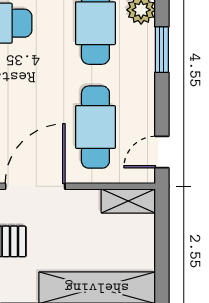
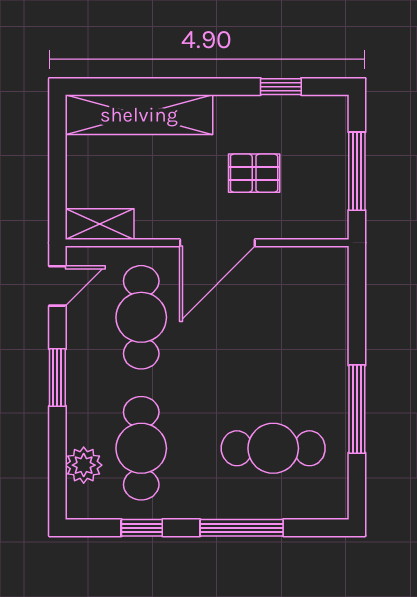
window: (162, 50) -> (57, 378), moved

